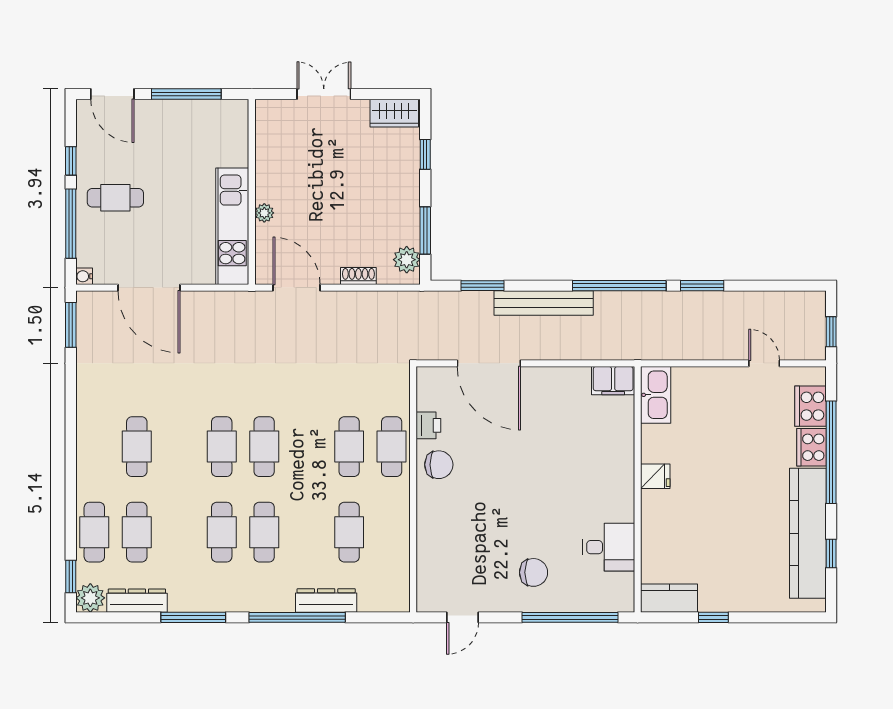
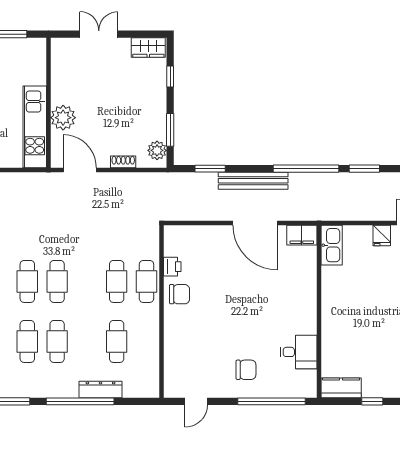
plant: (264, 213) -> (63, 118), width x1.88, depth x1.88
door: (489, 363) -> (255, 223), moved
fridge: (655, 476) -> (382, 235), moved, turned 90

